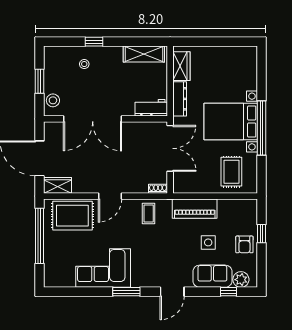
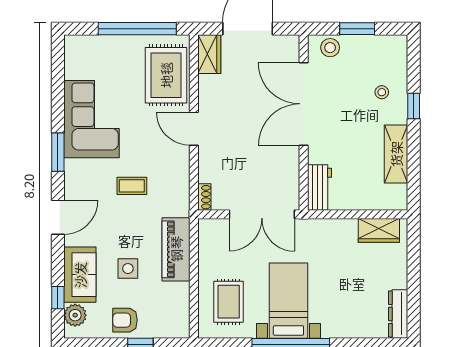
shelving: (144, 54) -> (396, 154), moved
dresser: (180, 99) -> (398, 314), moved, turned 90
bed with nightstands: (231, 122) -> (288, 301), width x0.73
rug: (231, 172) -> (229, 302), turned 90
coffee table: (149, 214) -> (132, 186), moved
door: (172, 292) -> (58, 217), swing flipped

